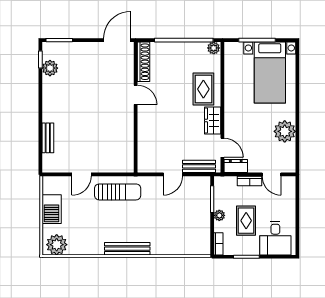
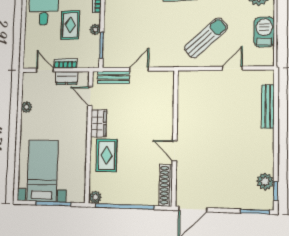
plant: (285, 131) -> (27, 107), width x0.53, depth x0.53
bench: (48, 138) -> (268, 106), width x1.36
dresser: (236, 166) -> (67, 78), moved
sun lounger: (118, 192) -> (206, 38), moved, turned 138

